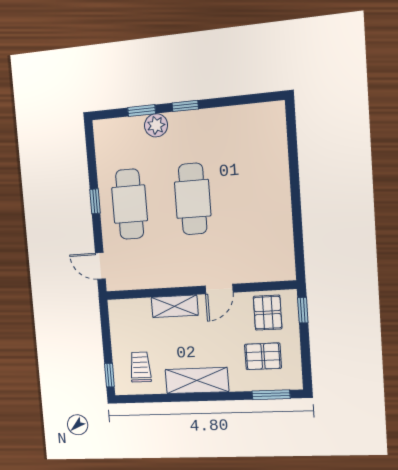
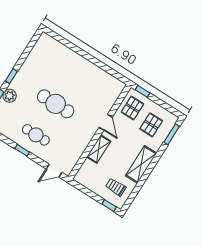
cafe table: (130, 204) -> (36, 135), width x0.73, depth x0.74
pallet: (268, 313) -> (132, 108), turned 90

